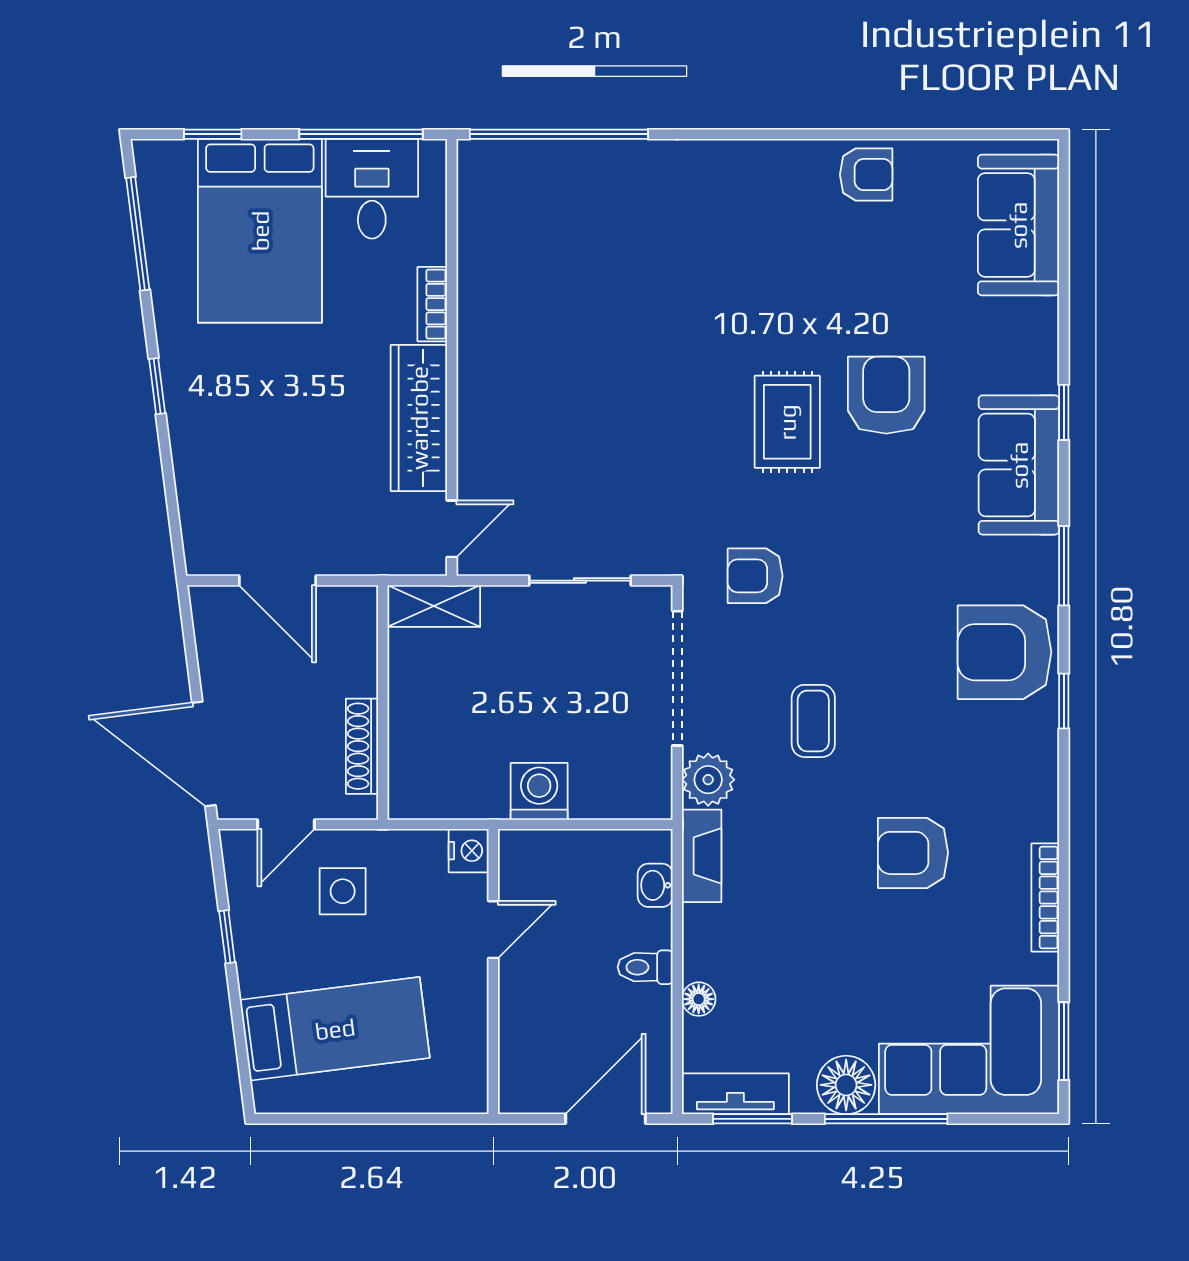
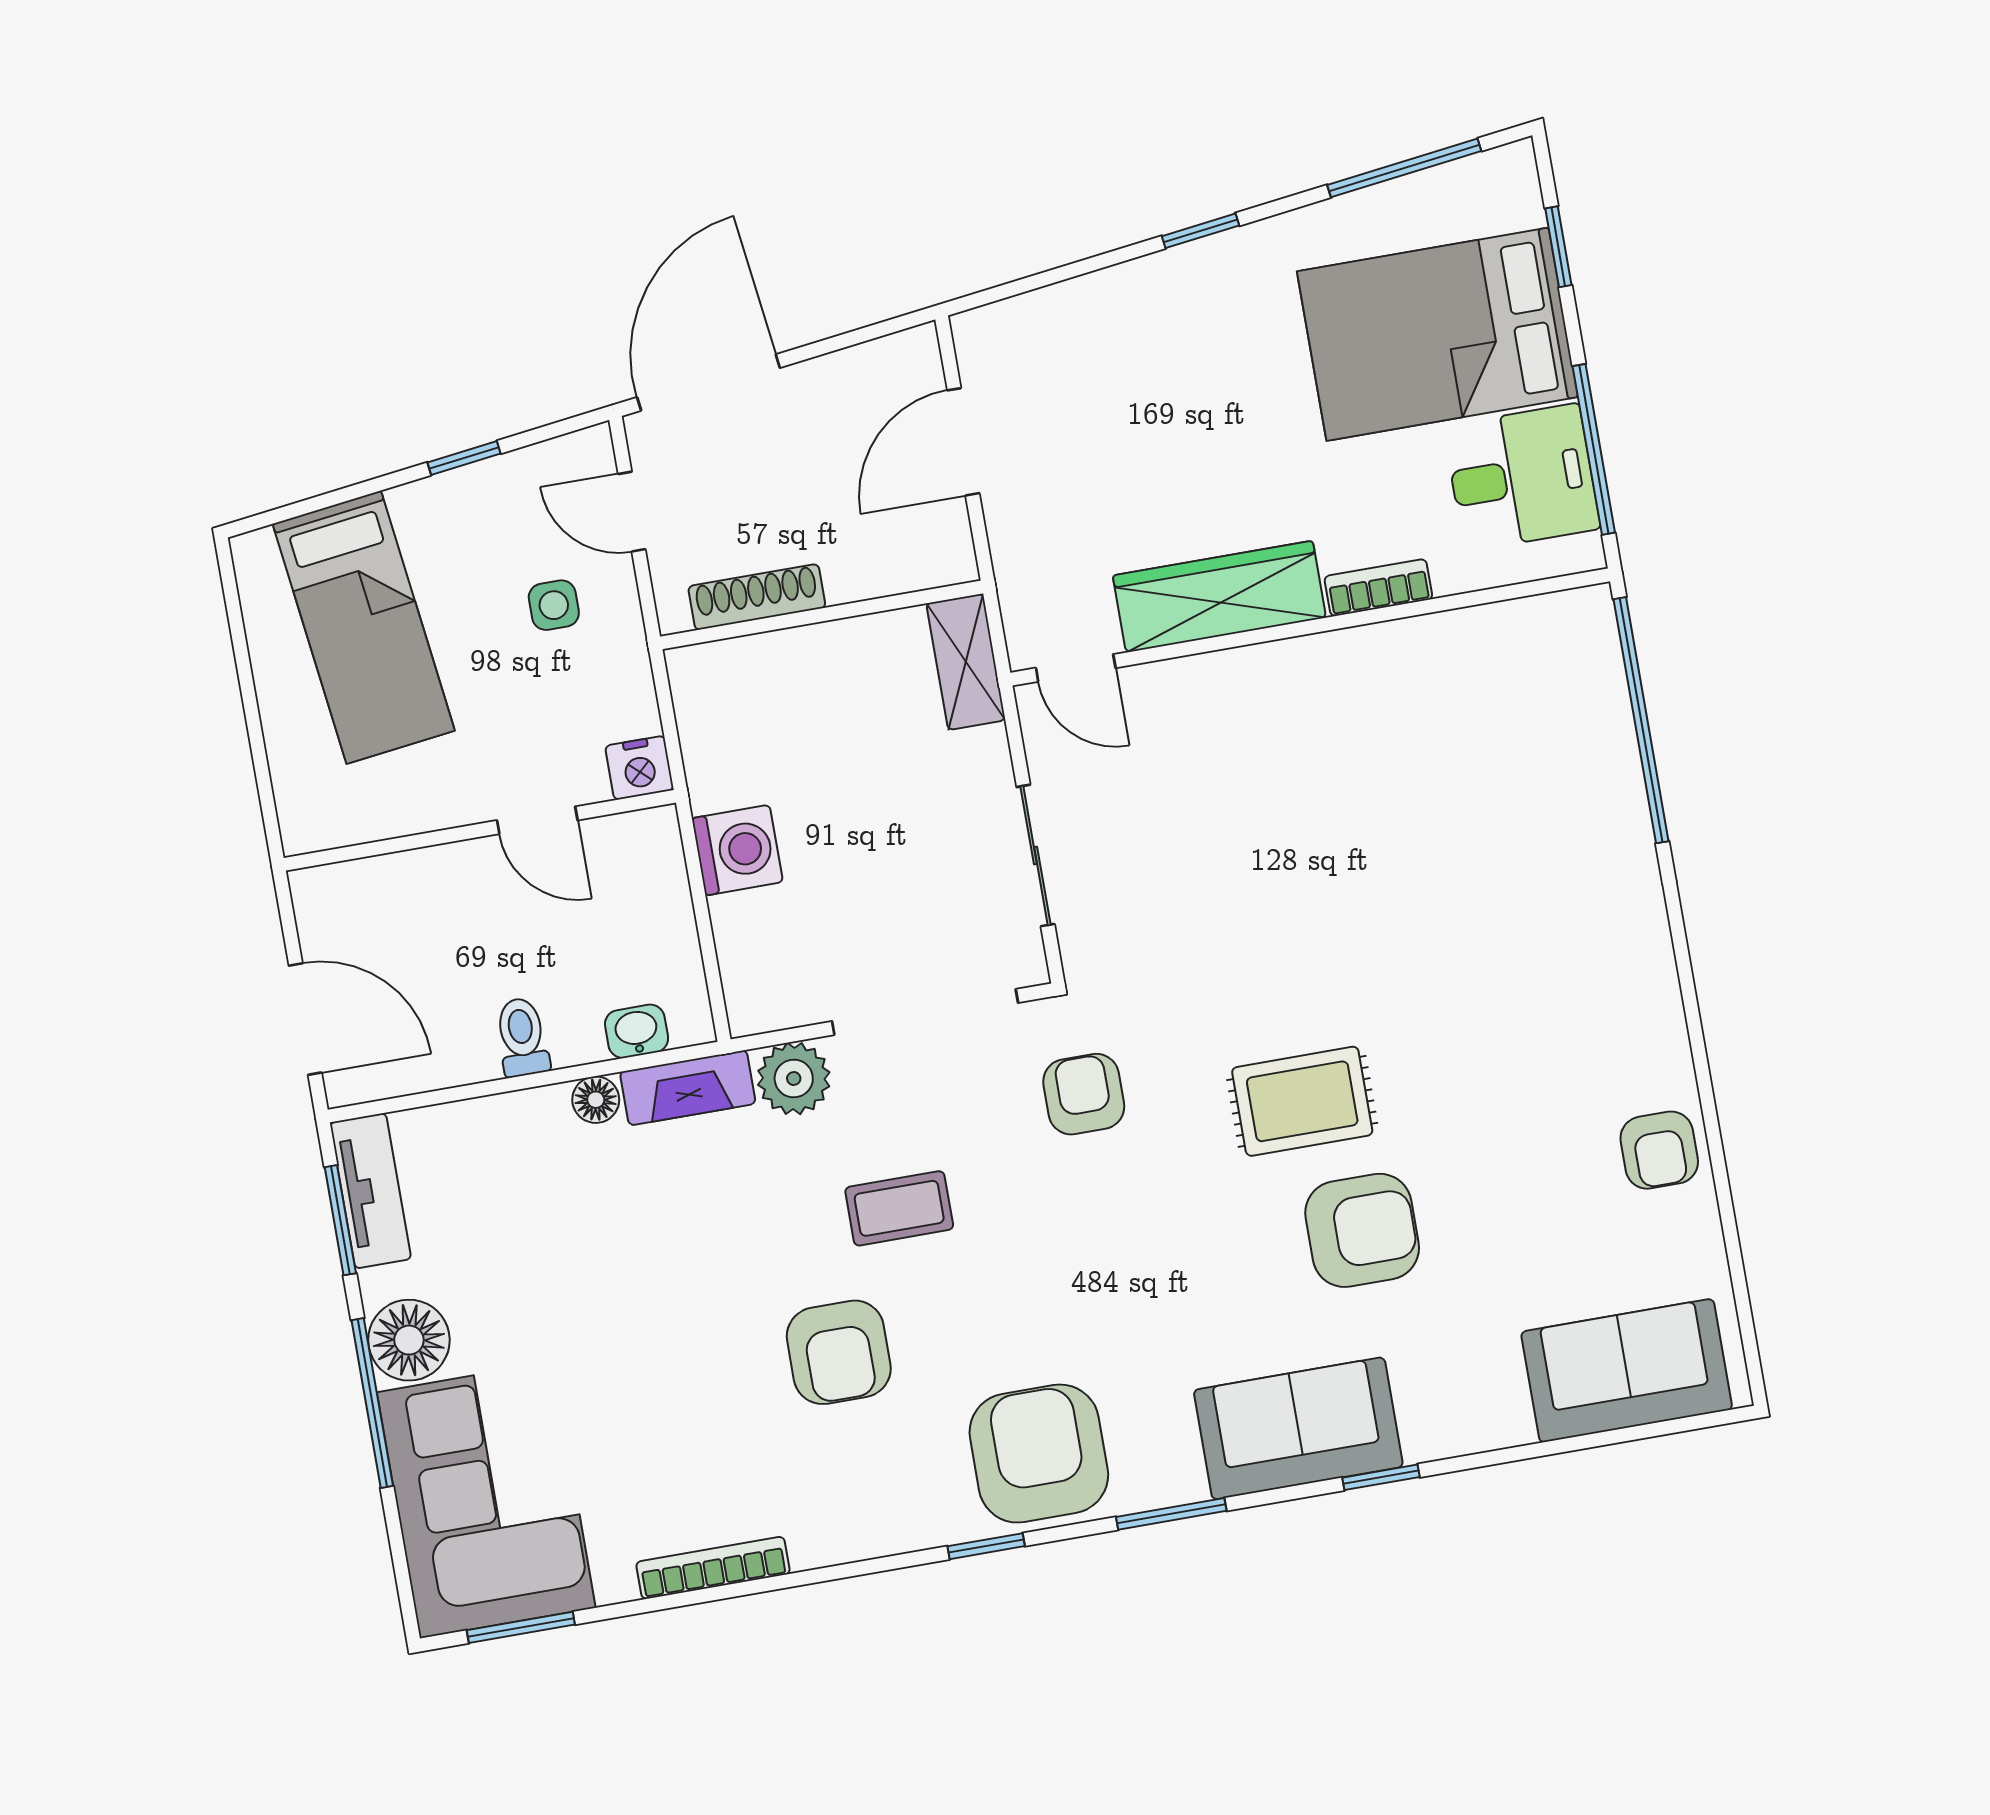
armchair: (913, 853) -> (839, 1352), moved, turned 180
side table: (343, 891) -> (554, 605), width x0.73, depth x0.73
floor lamp: (699, 999) -> (596, 1100), moved

